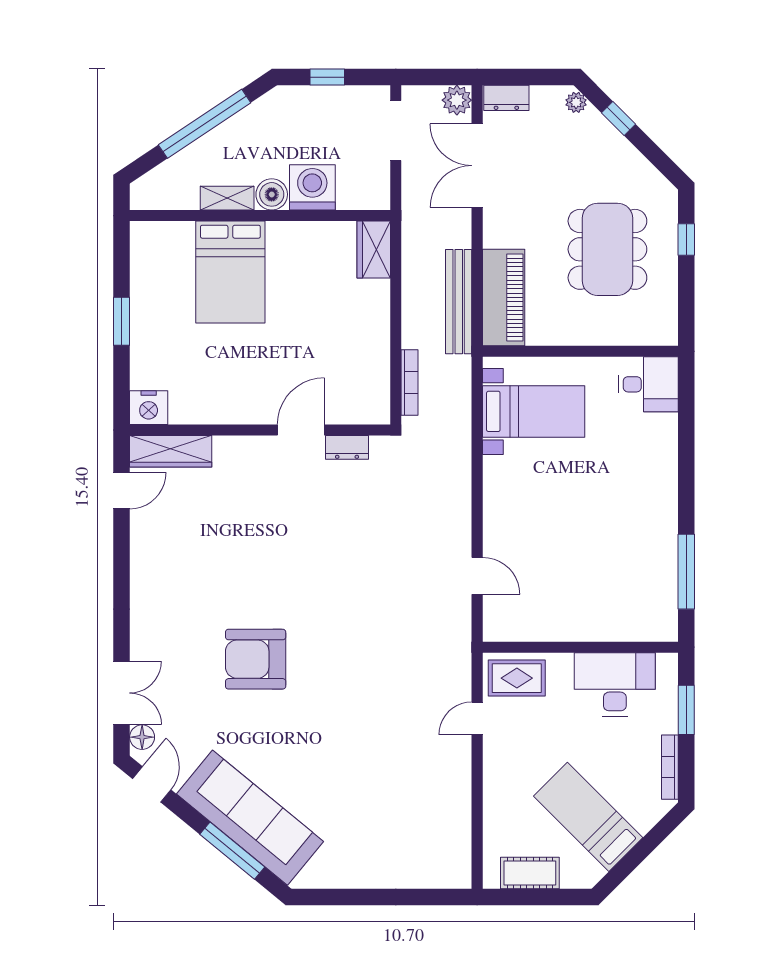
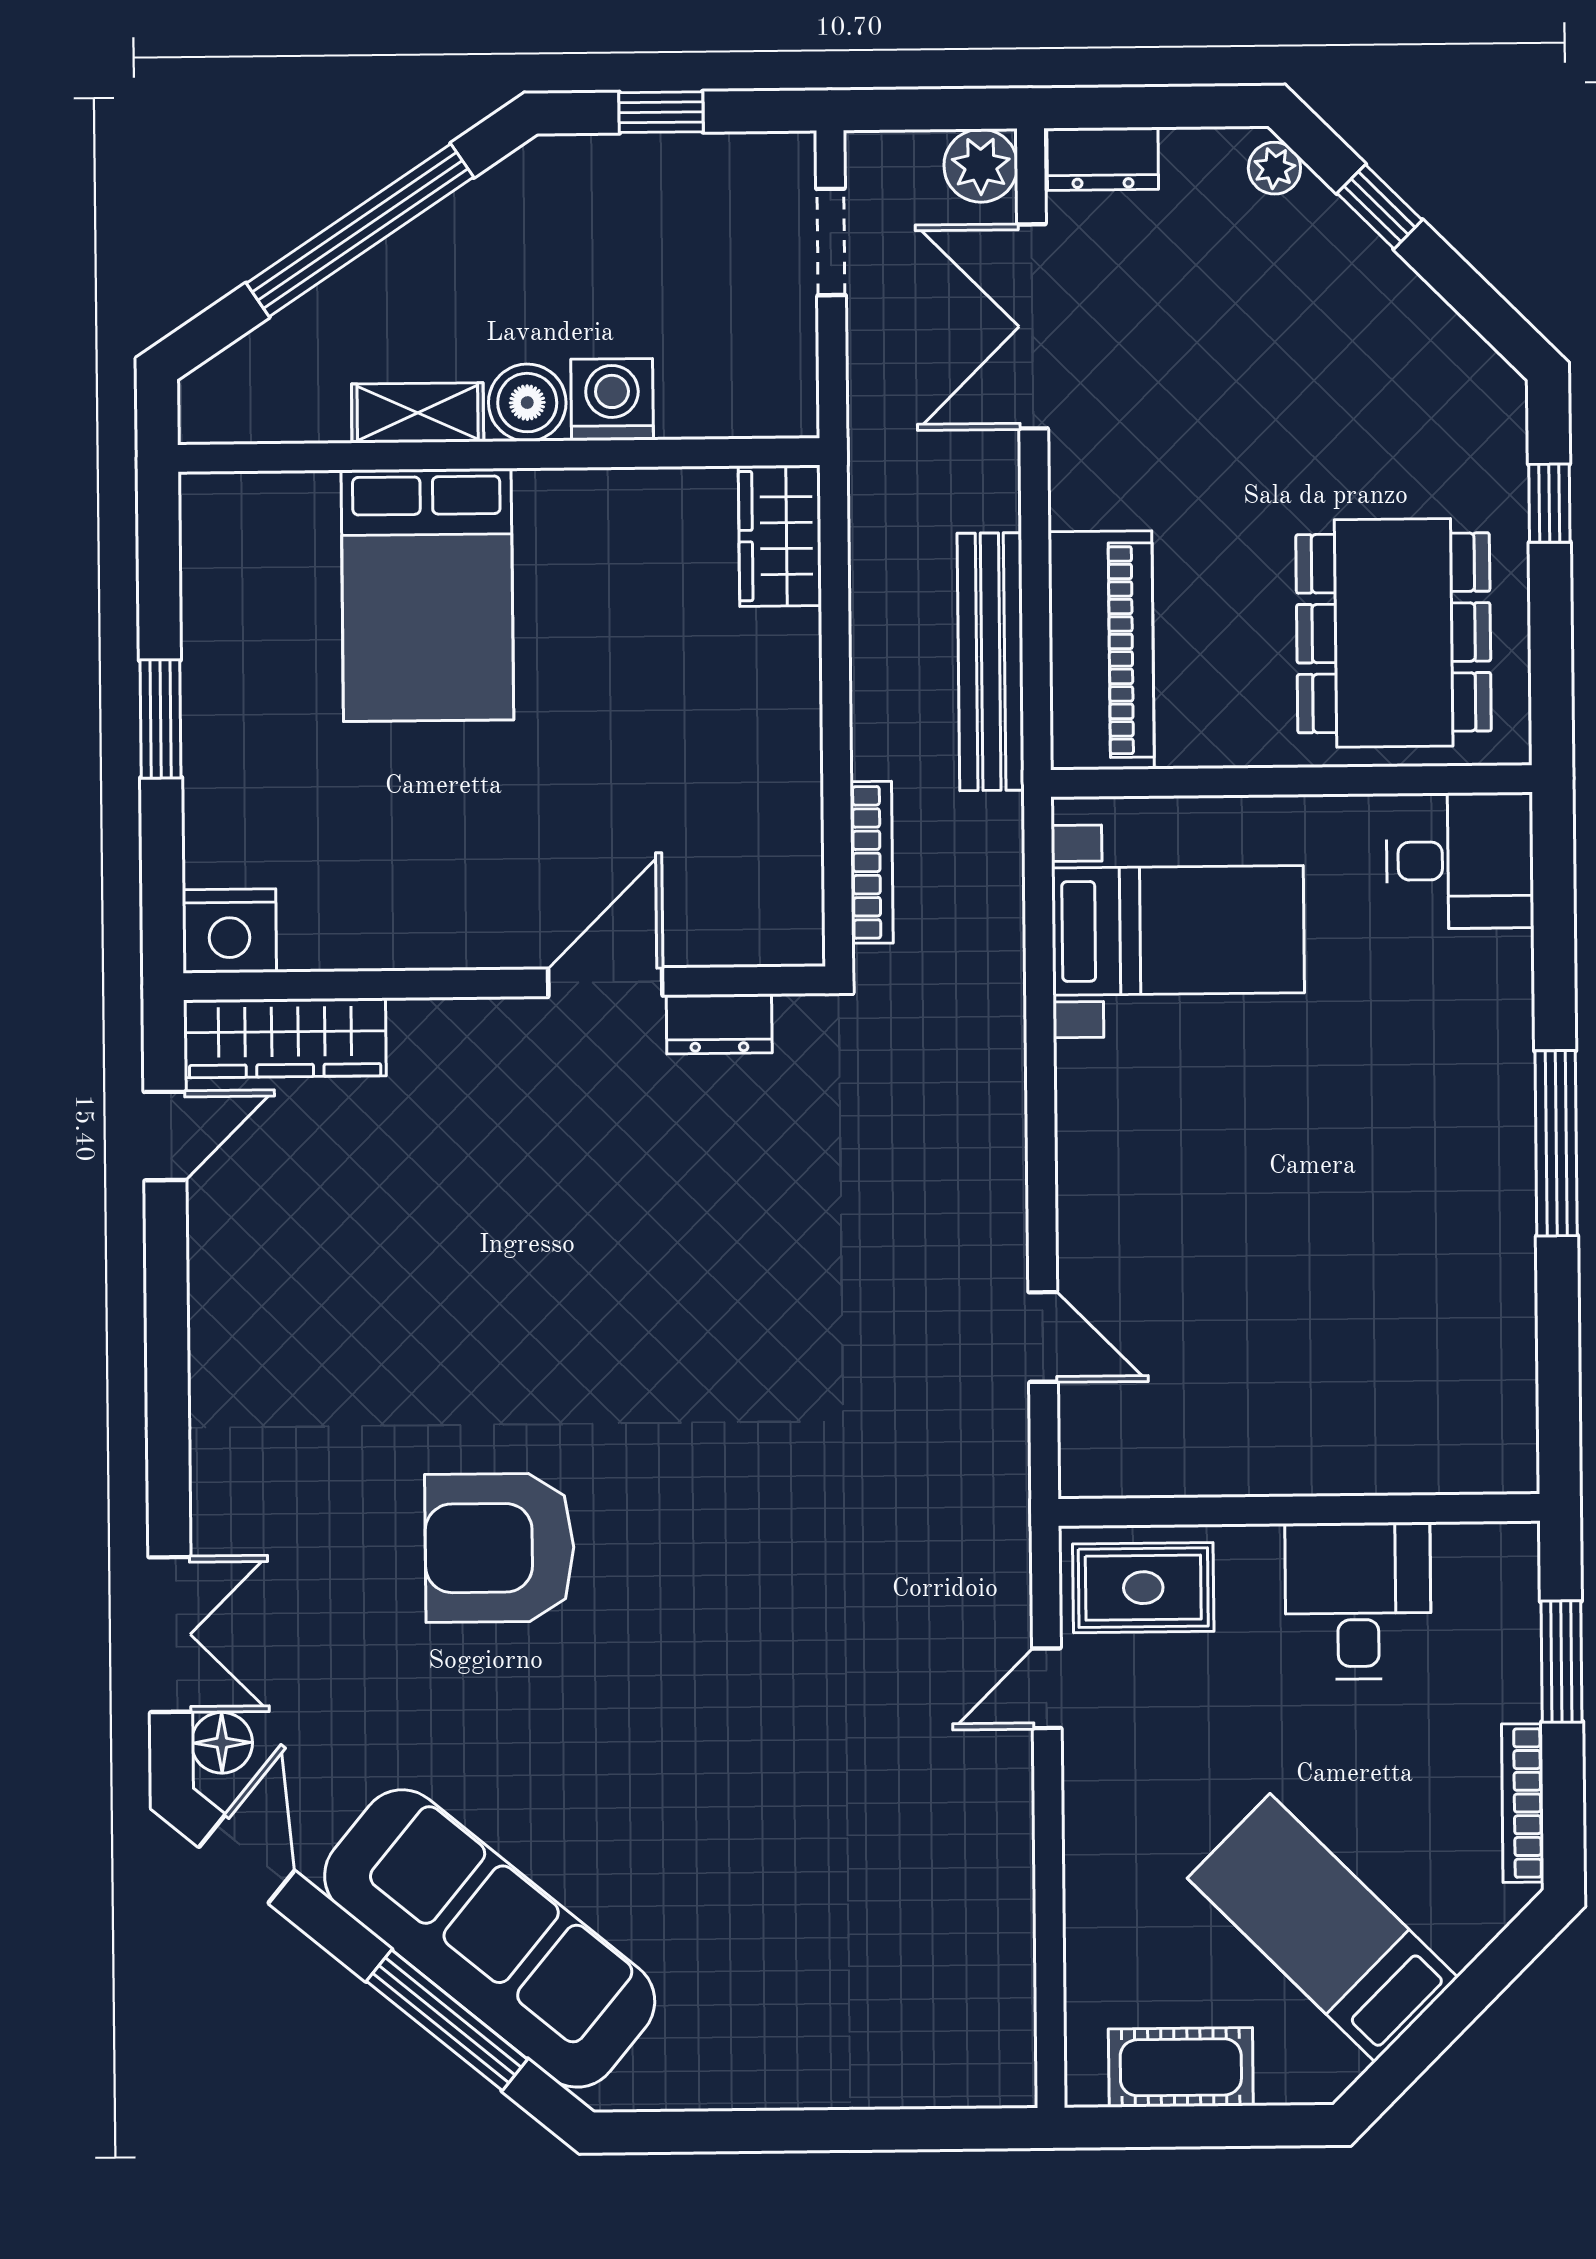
doorway: (396, 131) -> (831, 242), width x0.73
washing machine: (312, 187) -> (612, 400), width x0.73, depth x0.73
dining table: (607, 249) -> (1394, 633), moved
window: (686, 572) -> (1556, 1143), moved
desk: (615, 684) -> (1358, 1601), width x0.73

